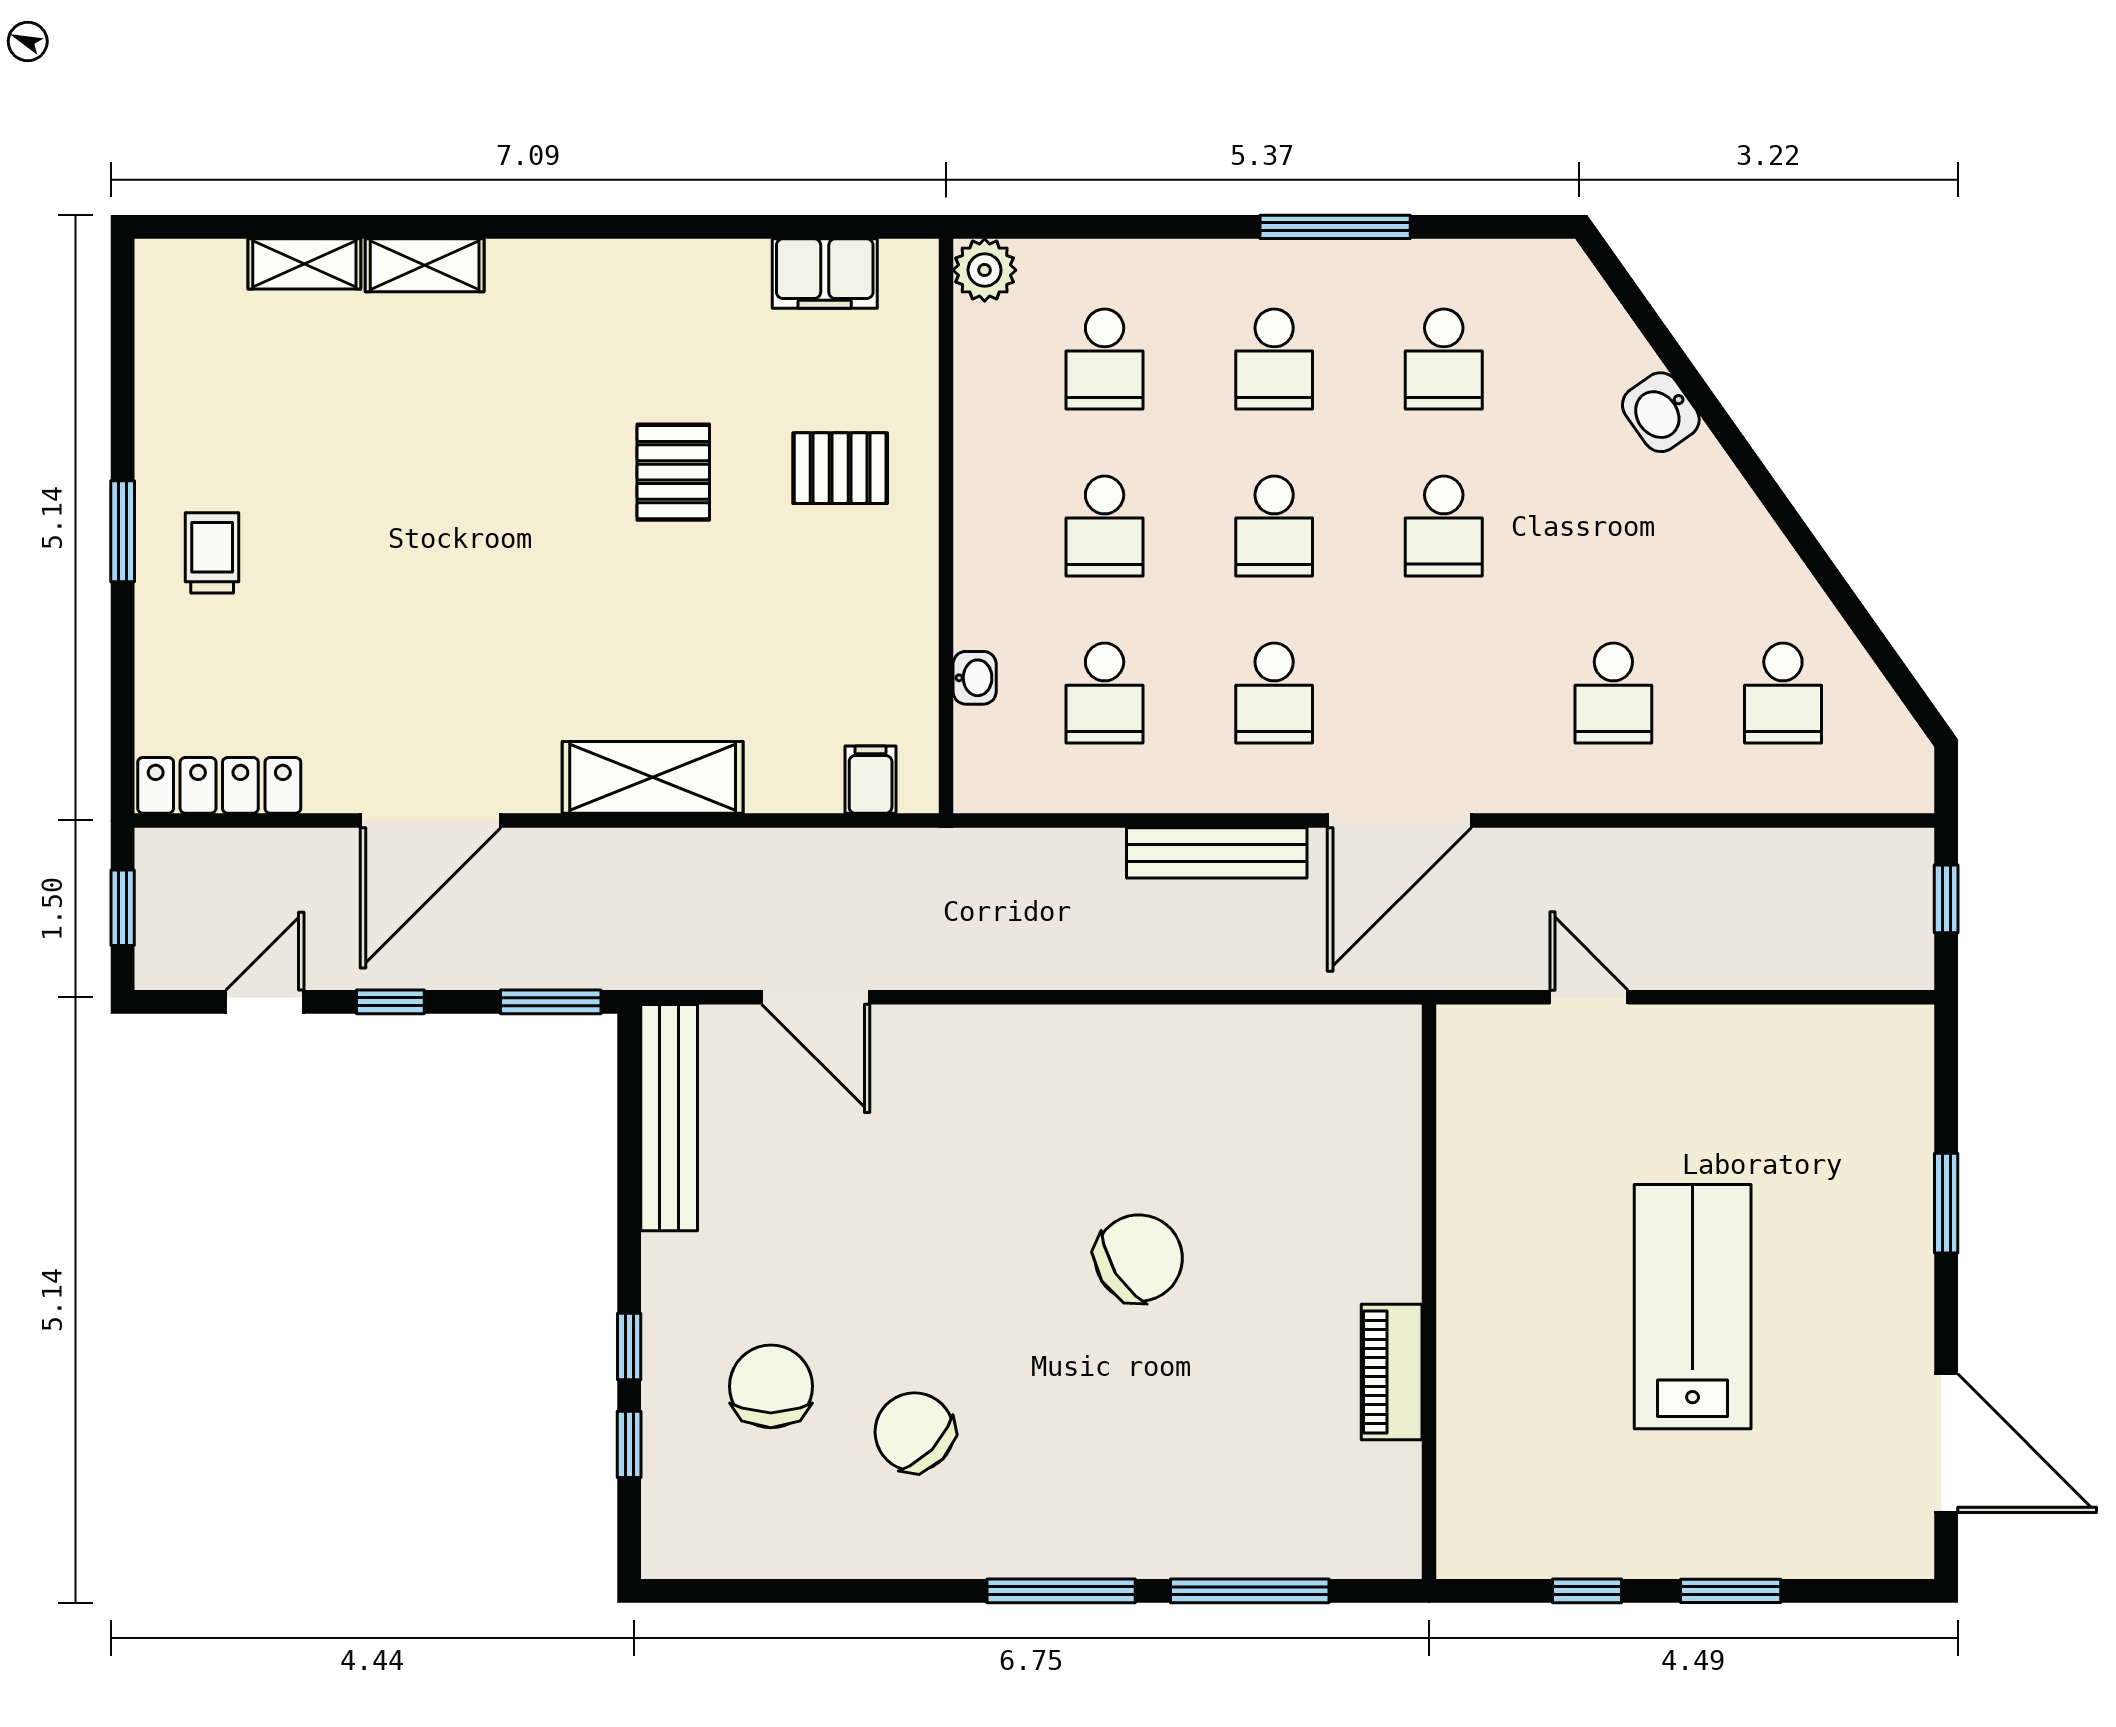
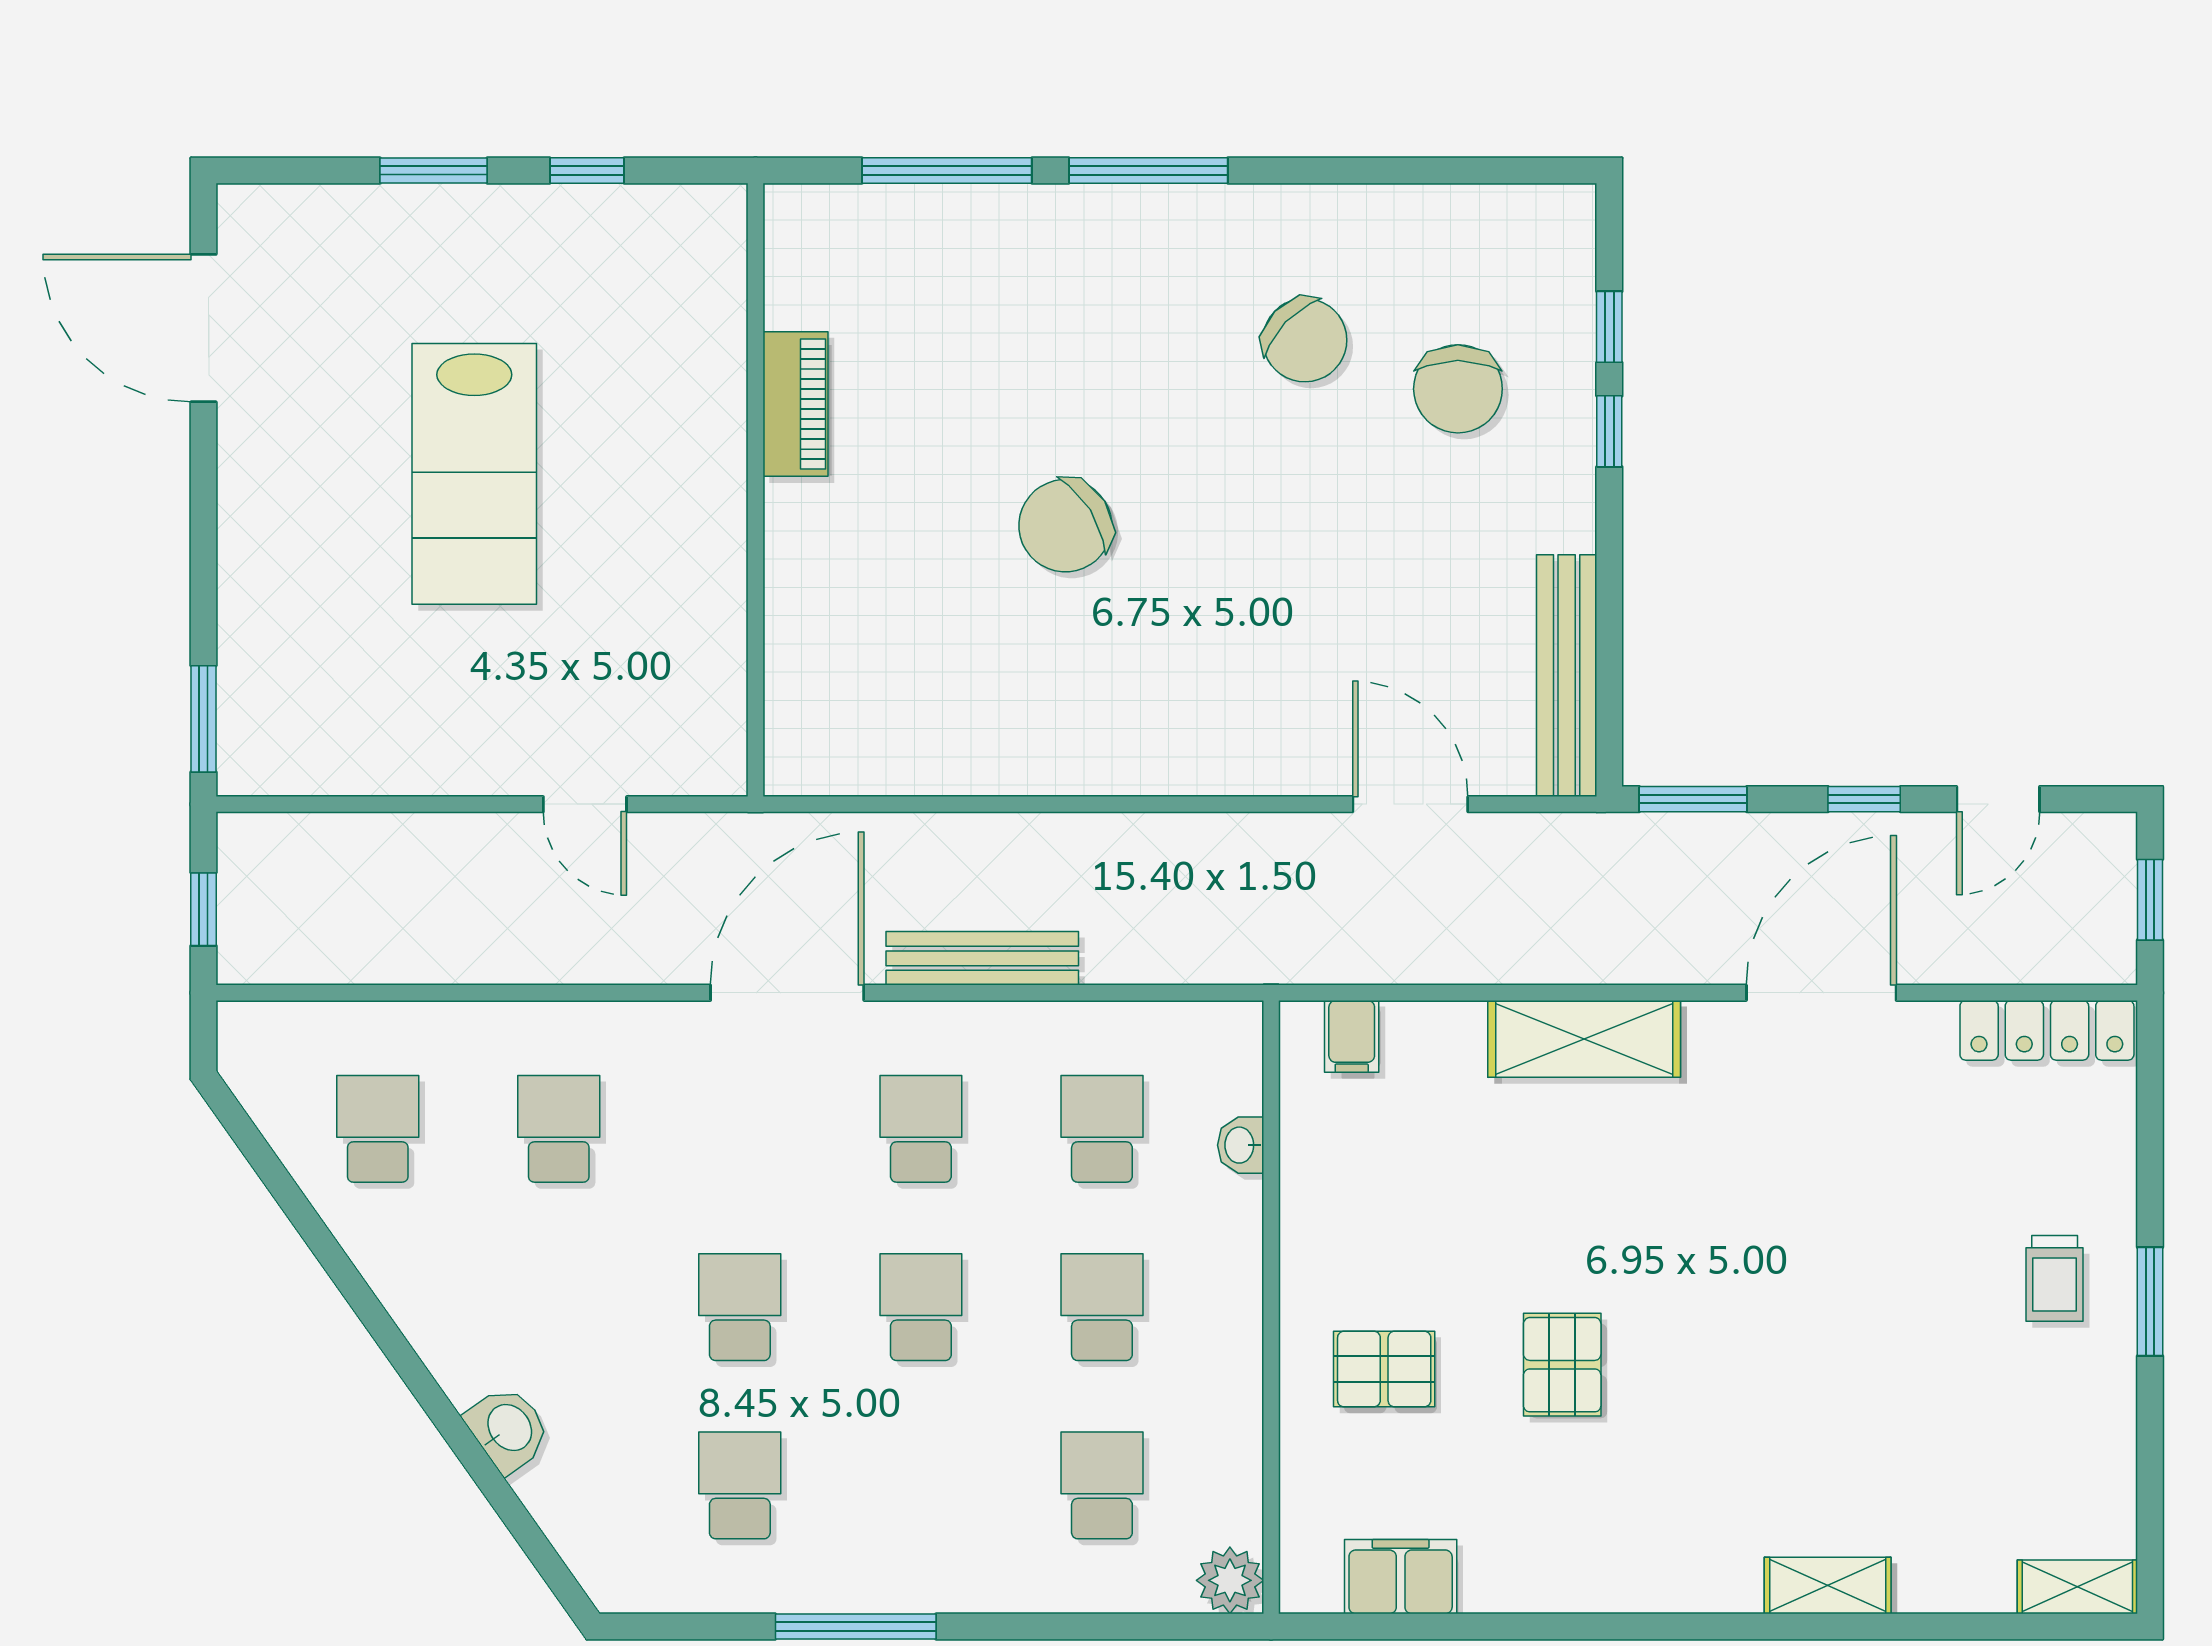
shelving: (304, 264) -> (2077, 1587), moved
school desk: (1274, 359) -> (921, 1485), removed
window: (1946, 1203) -> (204, 719), moved

